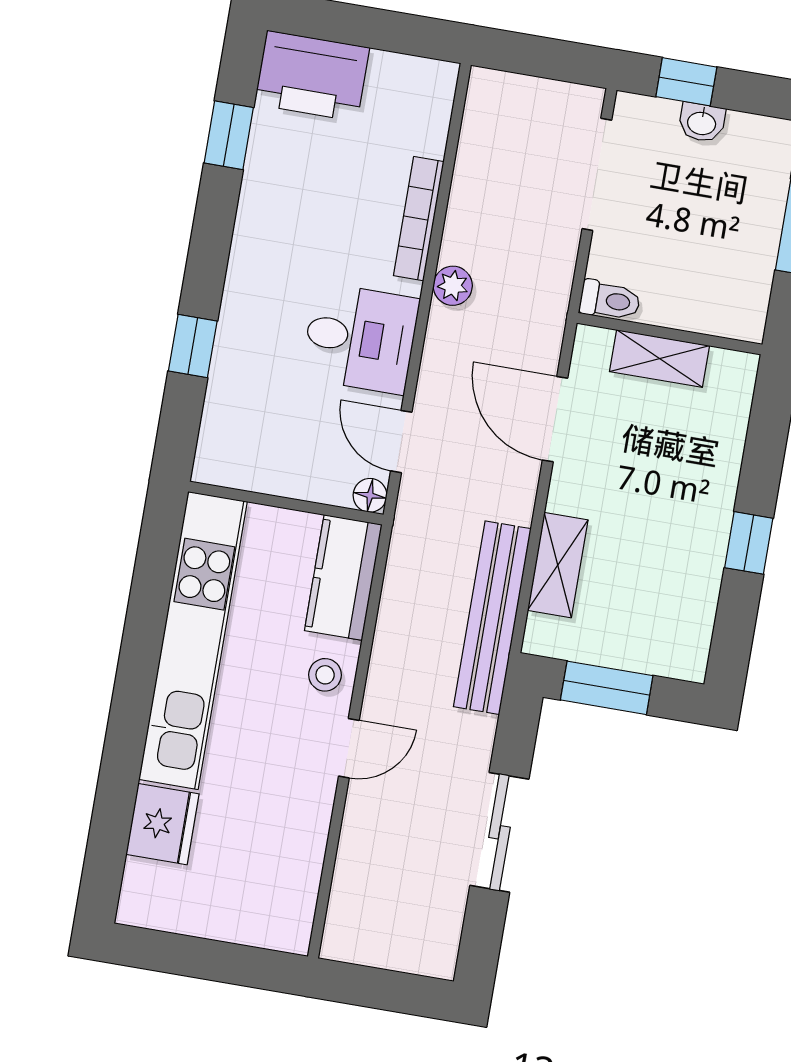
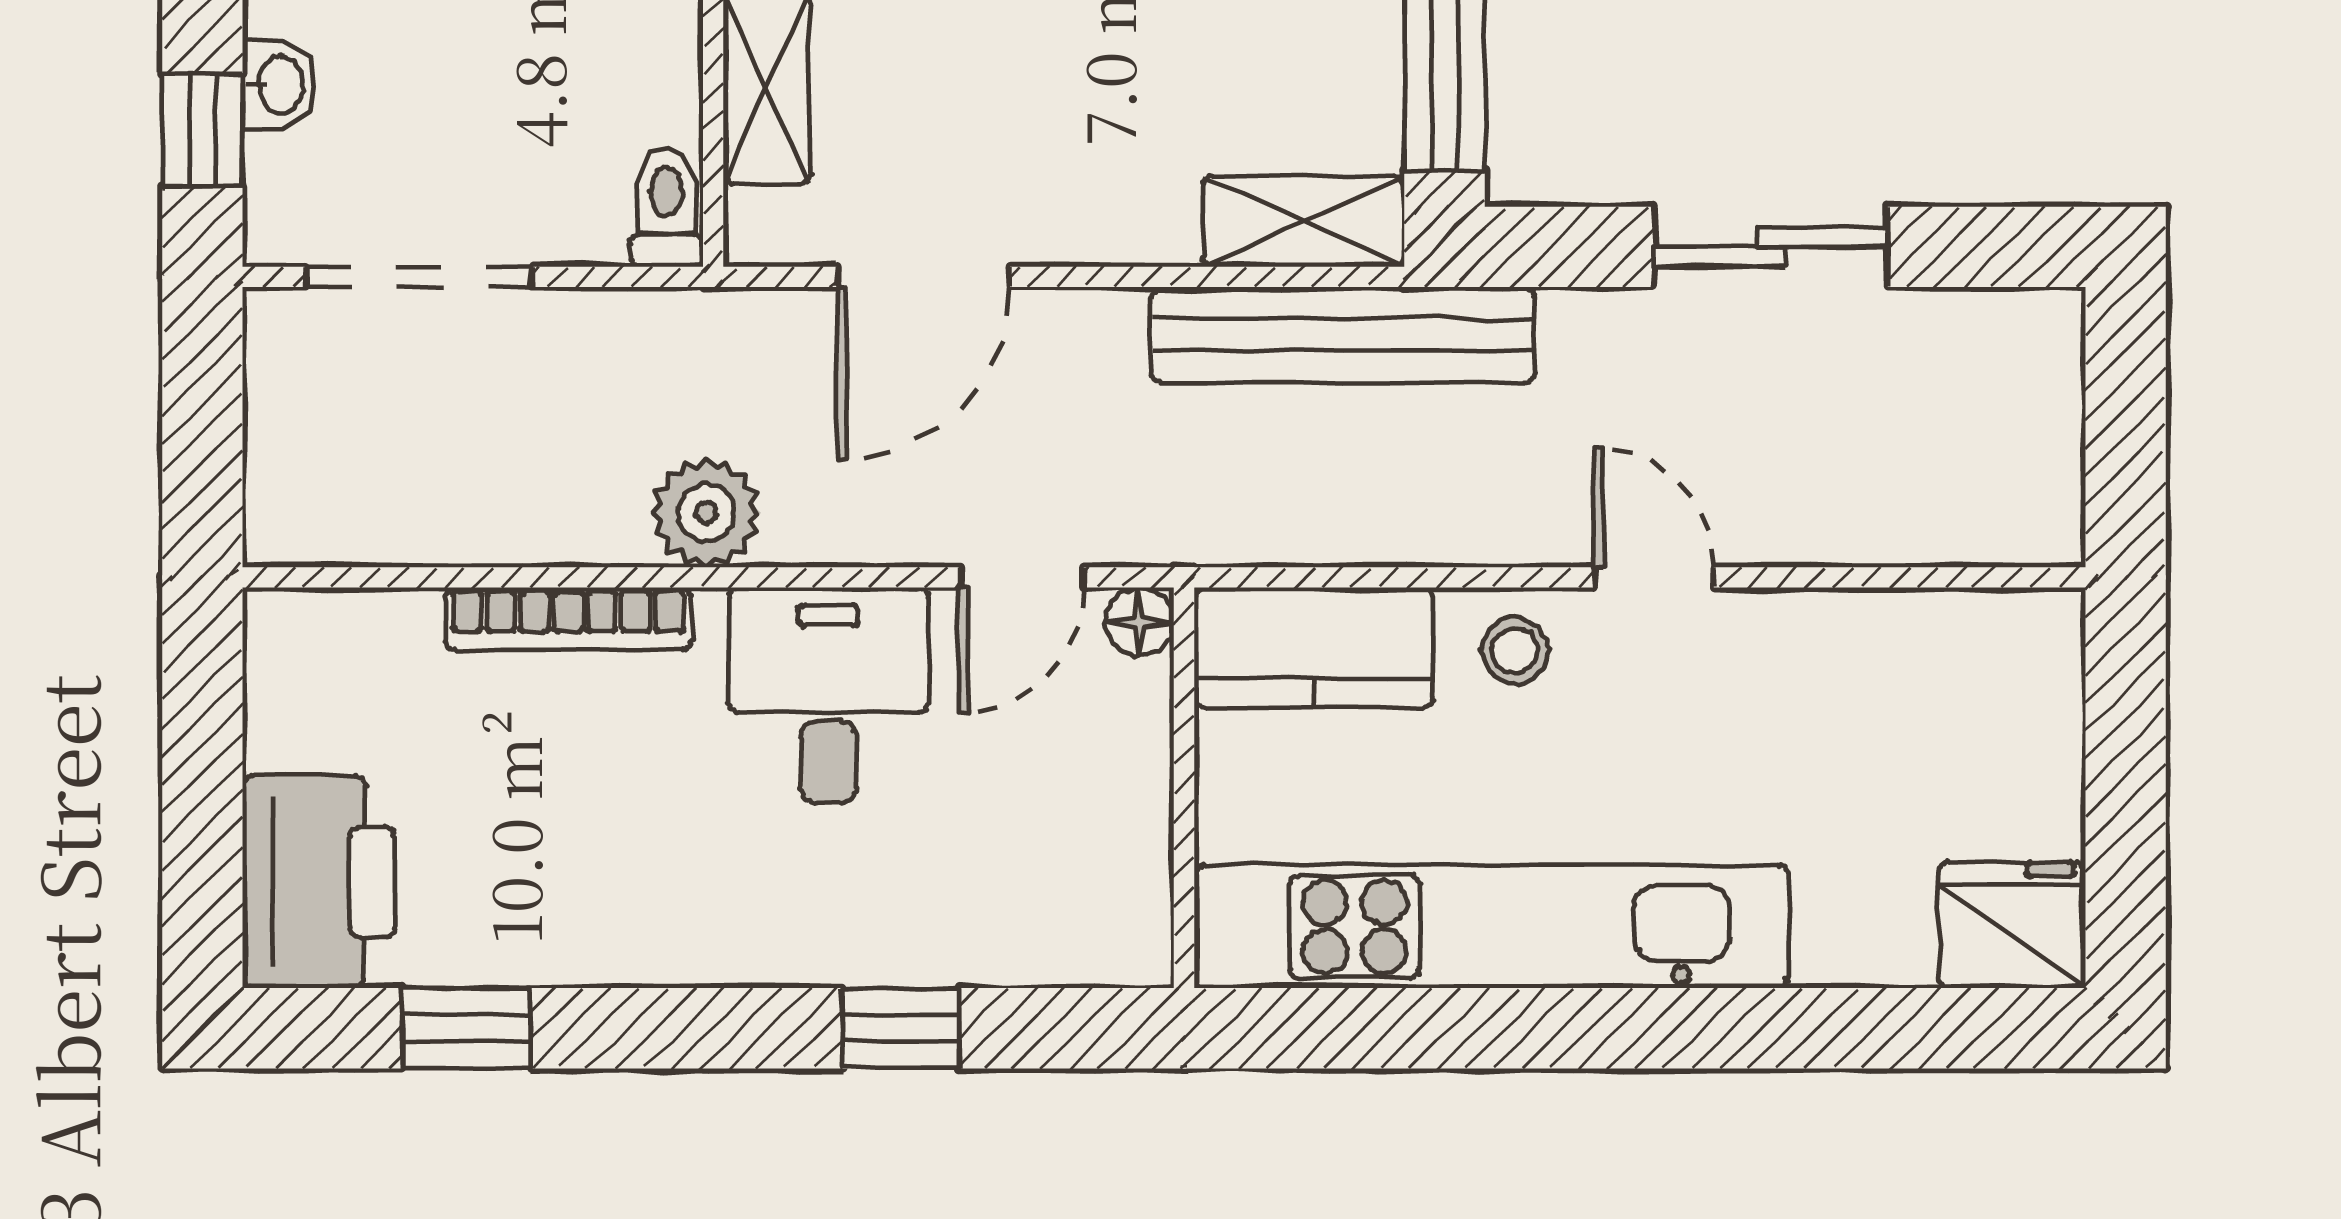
plant: (453, 286) -> (706, 513), width x1.38, depth x1.38
shelving: (558, 565) -> (1303, 222), moved
fridge: (163, 824) -> (2012, 925), moved

